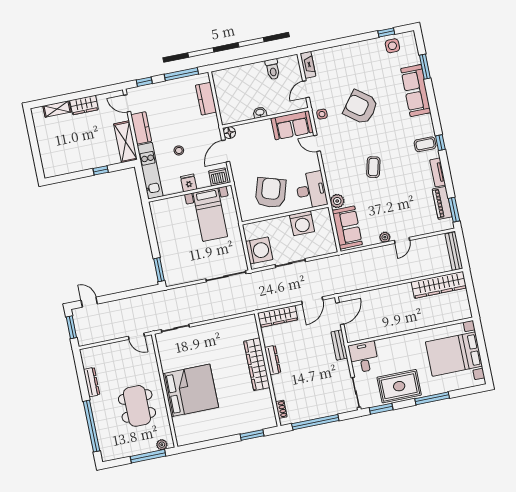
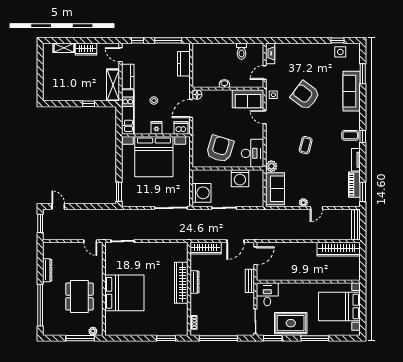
bed with nightstands: (210, 215) -> (154, 157), width x1.85

